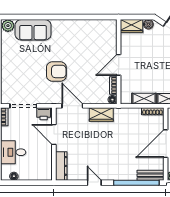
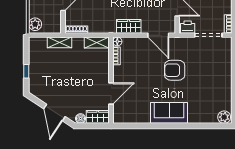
sofa: (33, 30) -> (169, 113), moved
door: (119, 65) -> (111, 94), moved
shelving: (144, 99) -> (97, 43), moved

